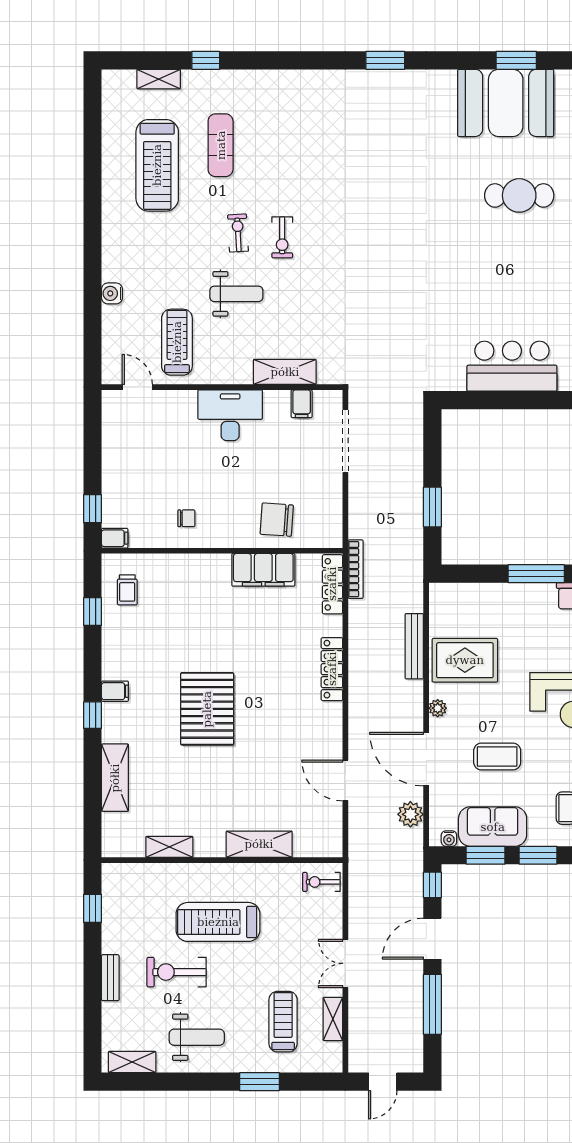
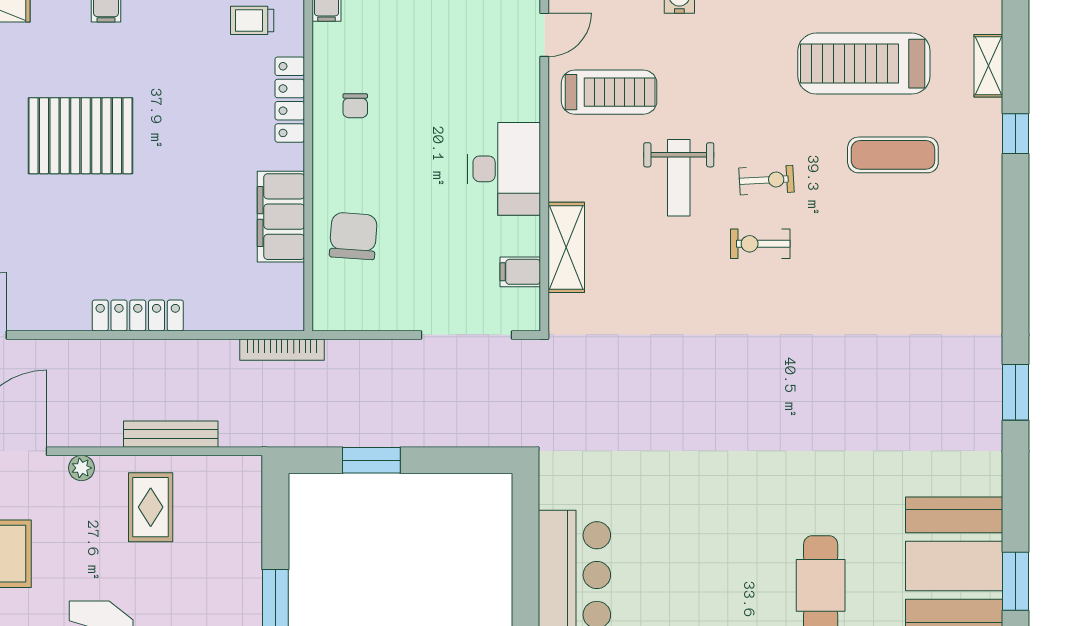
locker: (332, 584) -> (290, 100), moved, turned -90
rug: (465, 660) -> (151, 507), width x0.73, depth x0.70

